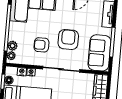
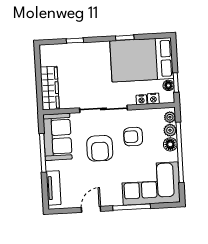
floor lamp: (14, 35) -> (170, 144), added
armchair: (41, 45) -> (133, 137), turned 180

